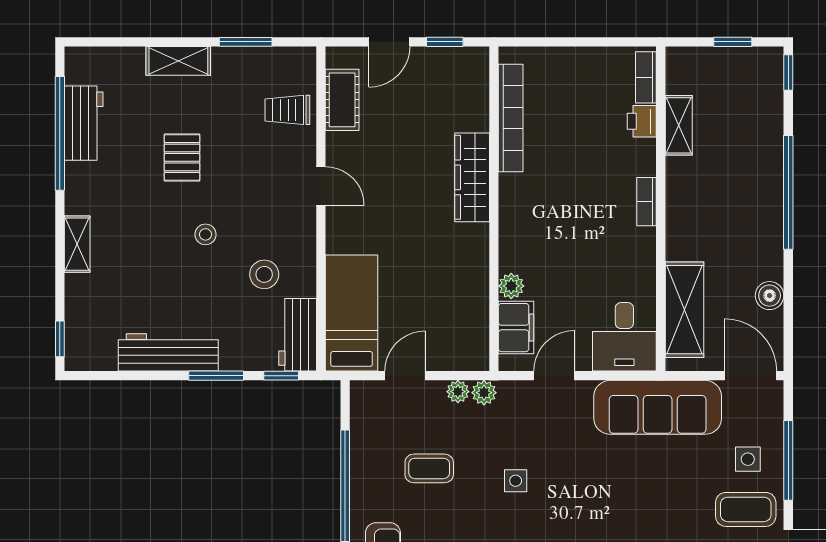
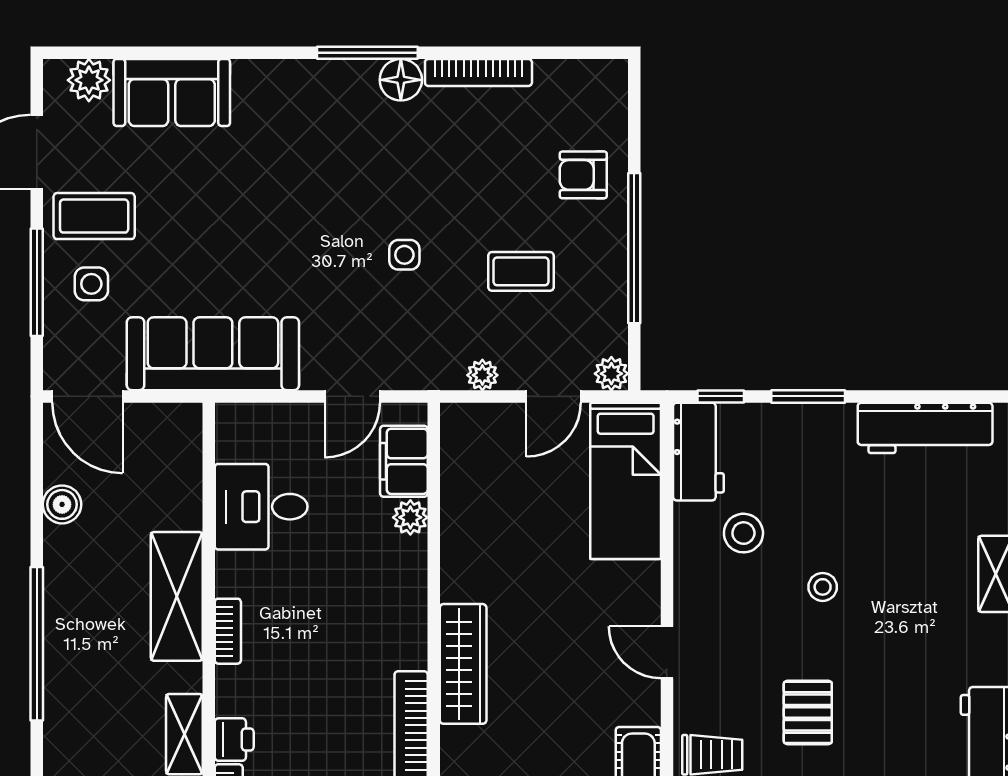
pallet: (182, 157) -> (808, 712), moved
shelving: (684, 310) -> (177, 596), moved
desk: (624, 337) -> (261, 507), moved, turned -90
workbench: (168, 352) -> (925, 428), moved
plant: (484, 393) -> (611, 374), moved

